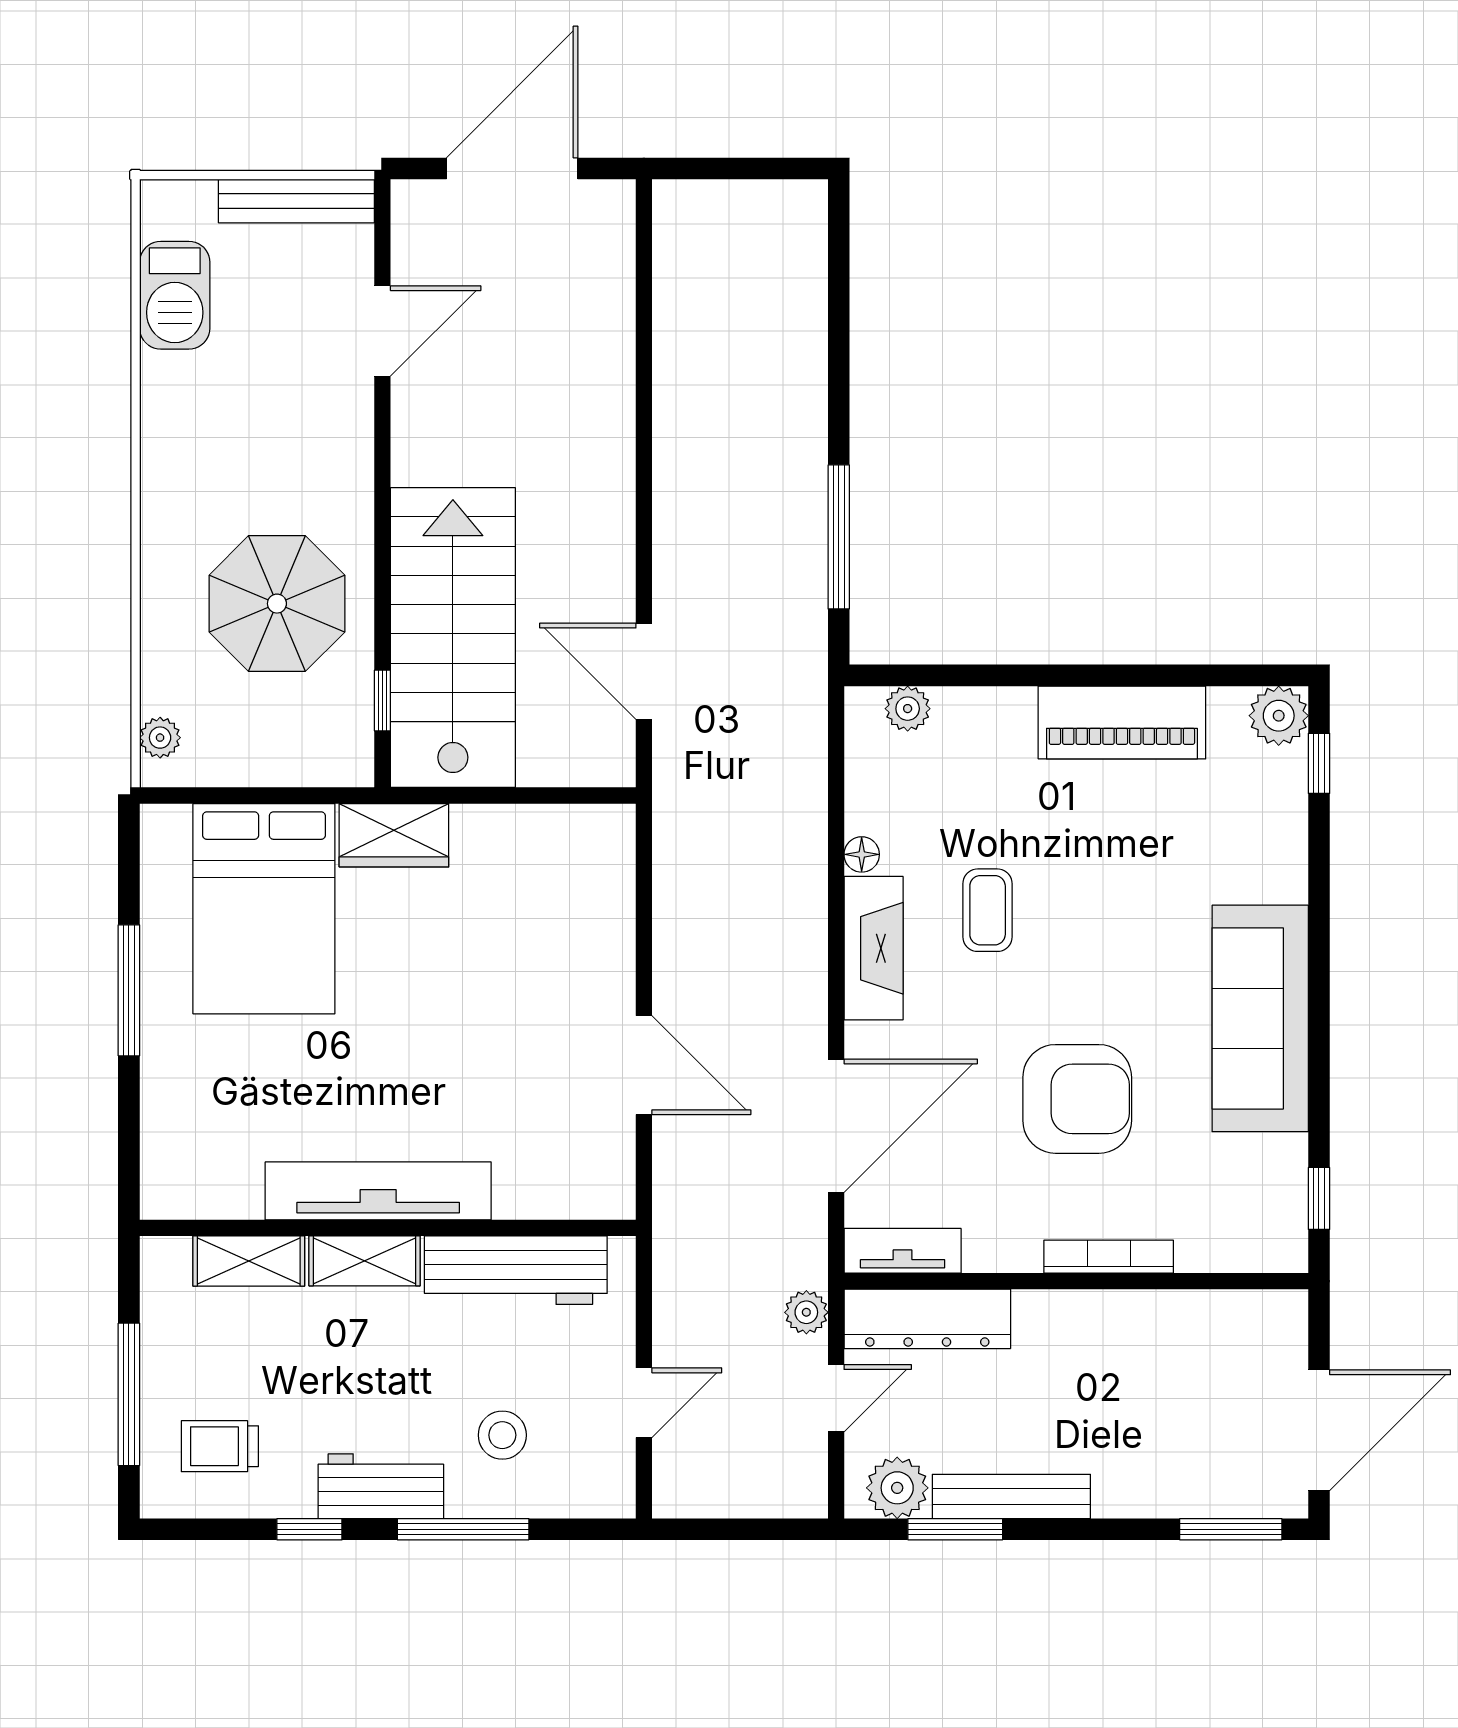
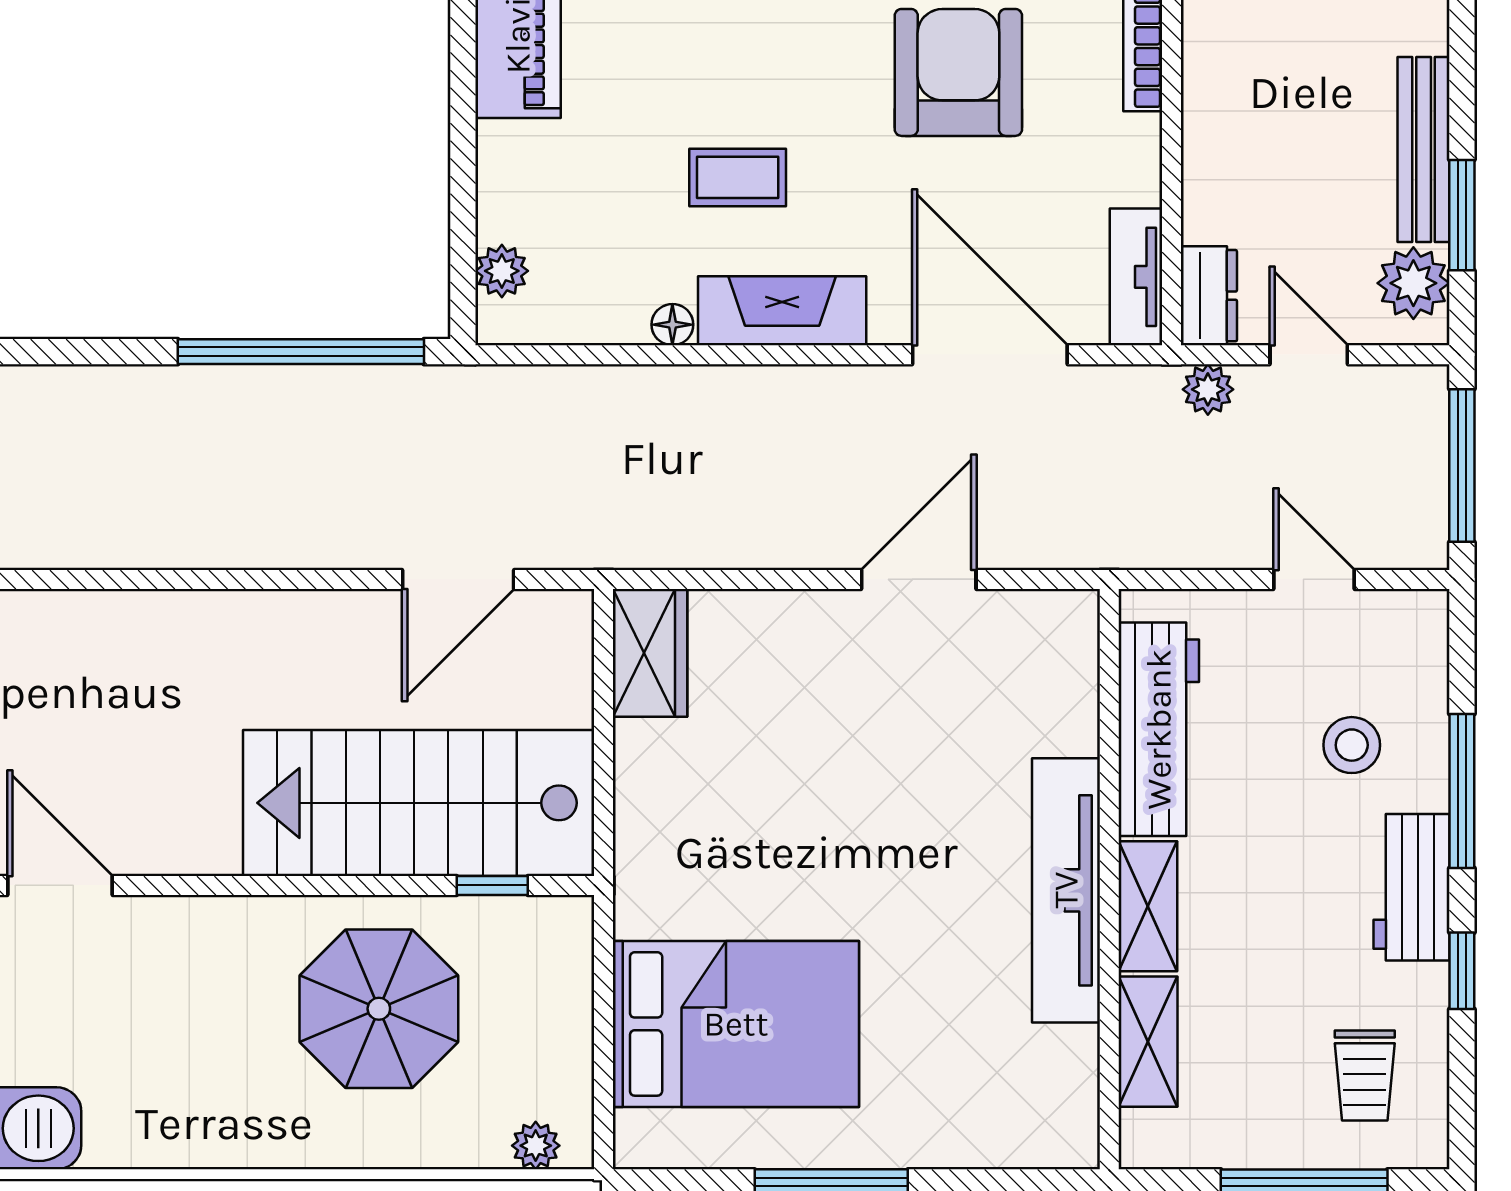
window: (839, 537) -> (301, 352), width x1.46
wardrobe: (394, 835) -> (650, 653), moved
dresser: (927, 1319) -> (1209, 296), width x0.51, depth x0.80
window: (741, 1529) -> (1462, 465), added

